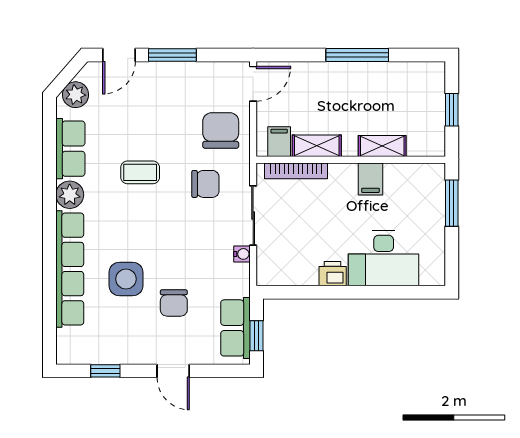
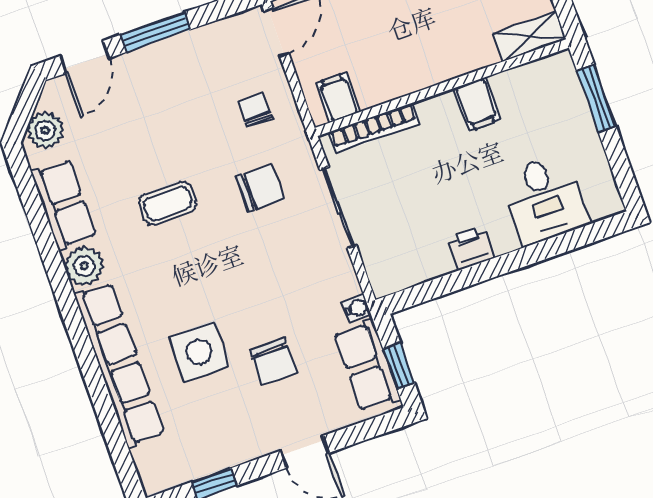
chair: (221, 130) -> (255, 110), width x0.54, depth x0.54
shelving: (317, 146) -> (390, 85), removed
shelving: (382, 146) -> (530, 36), moved
water cooler: (242, 254) -> (357, 308), moved
desk: (384, 258) -> (544, 199), width x0.73

